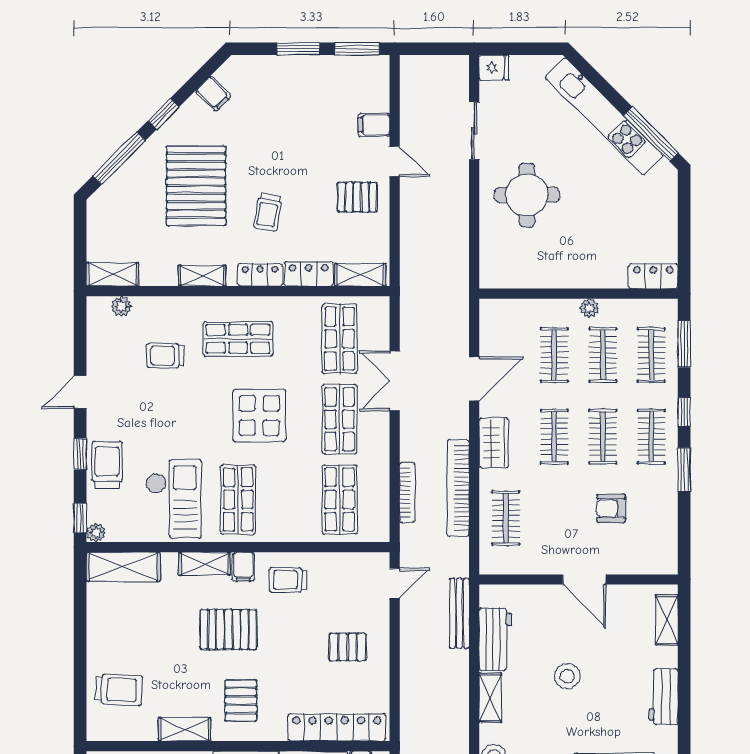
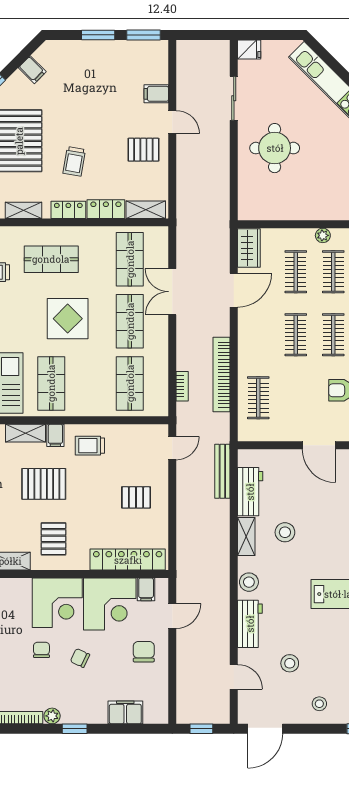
wardrobe: (494, 443) -> (249, 248), moved
bookcase: (407, 492) -> (182, 386), width x0.64
stool: (567, 676) -> (285, 532), moved

